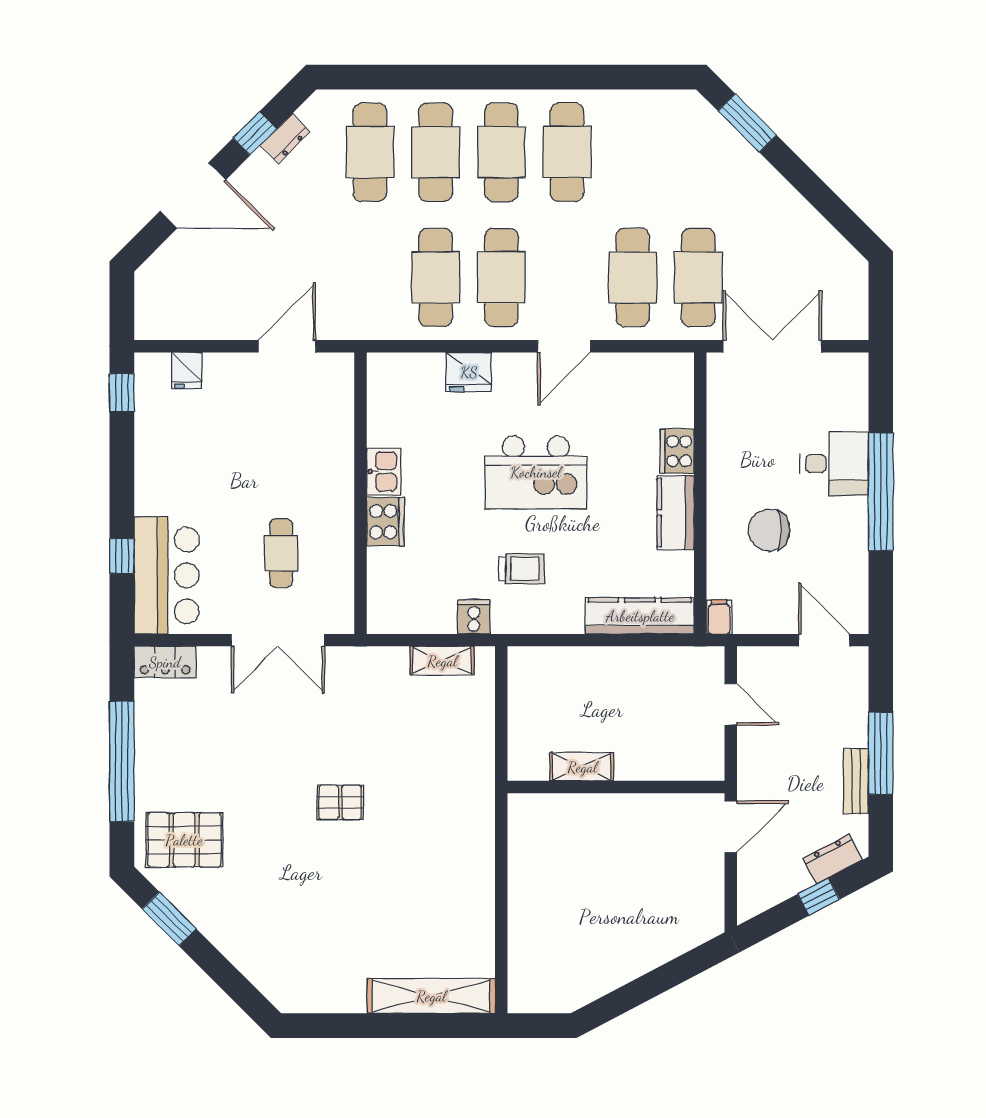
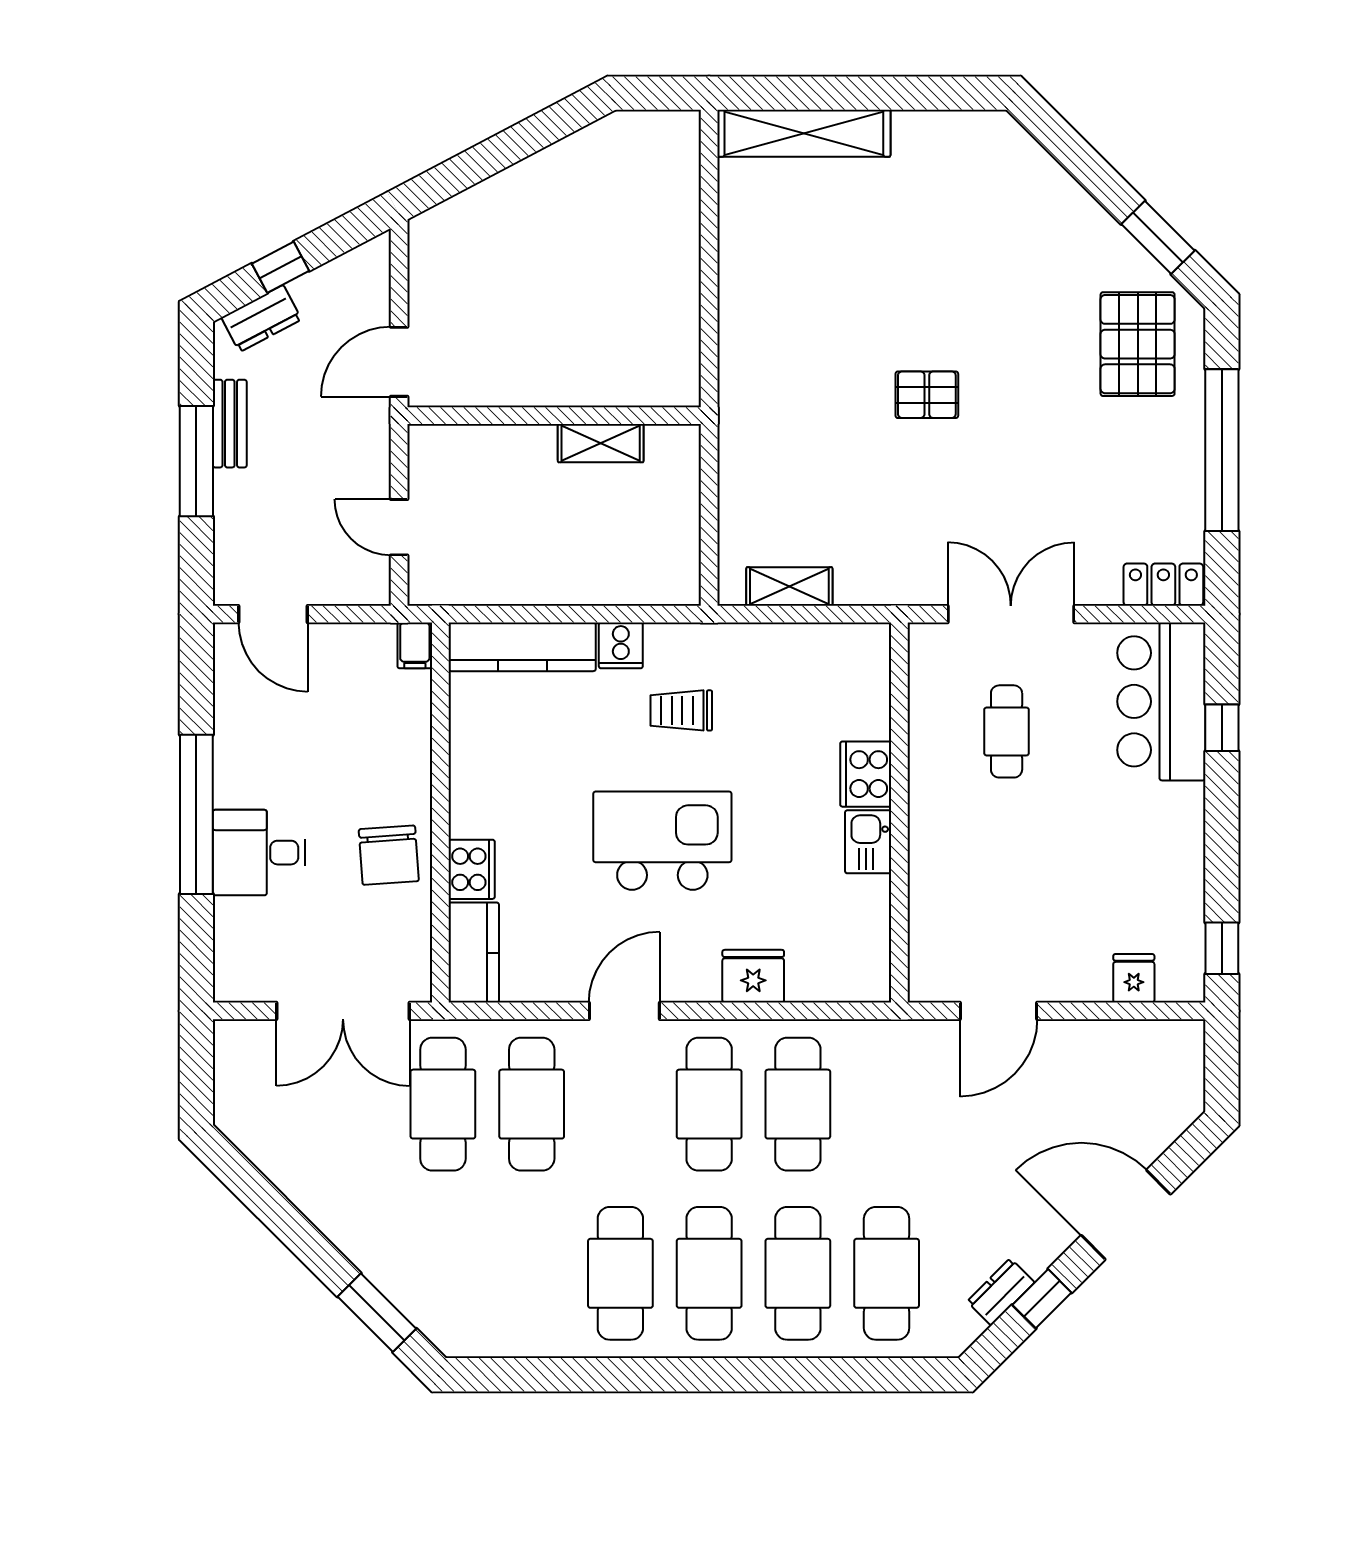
kitchen counter: (676, 513) -> (474, 953), moved
chair: (769, 530) -> (389, 855), moved, turned 86
cooker: (474, 617) -> (621, 645), moved
pallet: (184, 840) -> (1138, 344), turned 90

